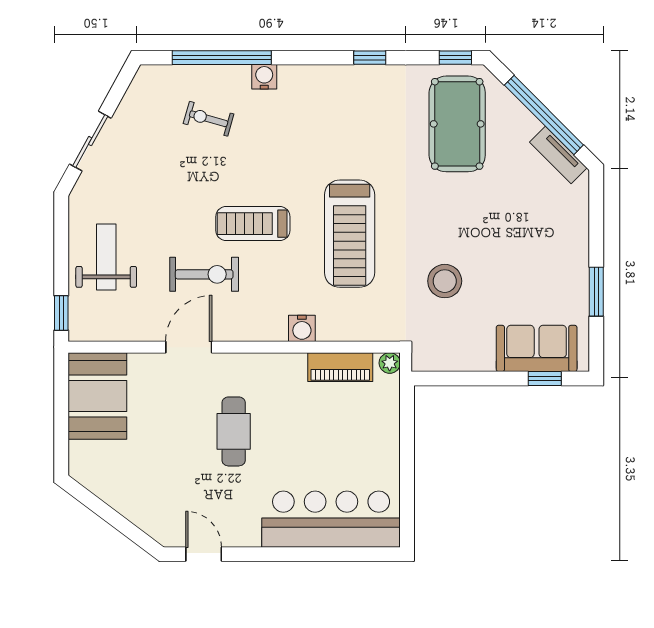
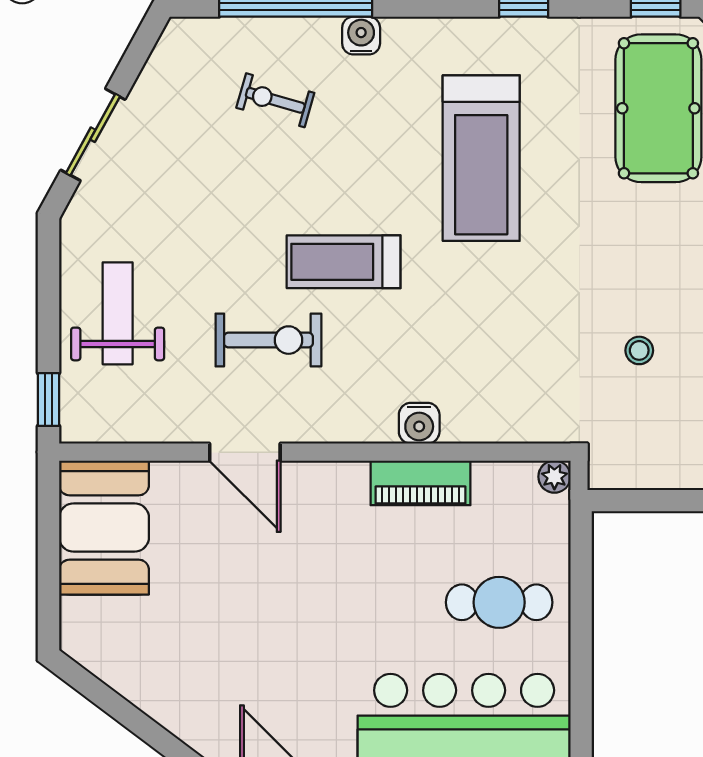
treadmill: (350, 234) -> (481, 158), moved
stool: (445, 281) -> (639, 350), width x0.53, depth x0.53
door: (189, 347) -> (245, 452), swing flipped
piano: (340, 367) -> (421, 483), moved
cafe table: (234, 431) -> (499, 602), moved, turned 90

